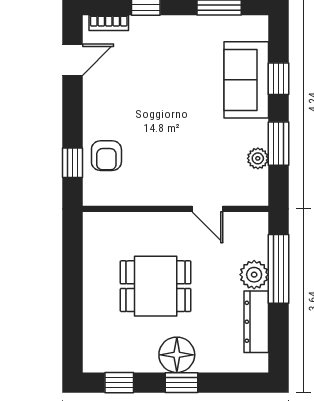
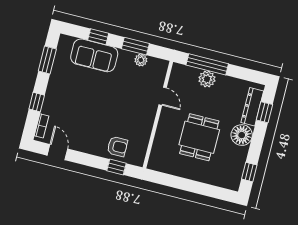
door: (208, 209) -> (163, 96), hinge flipped
dresser: (256, 322) -> (252, 107), moved, turned 90
window: (181, 383) -> (264, 112), moved

